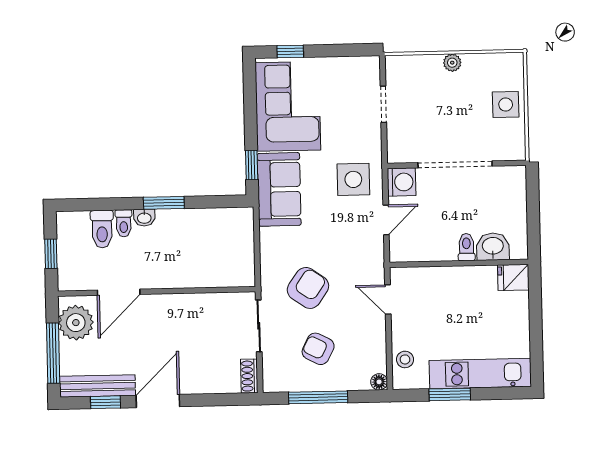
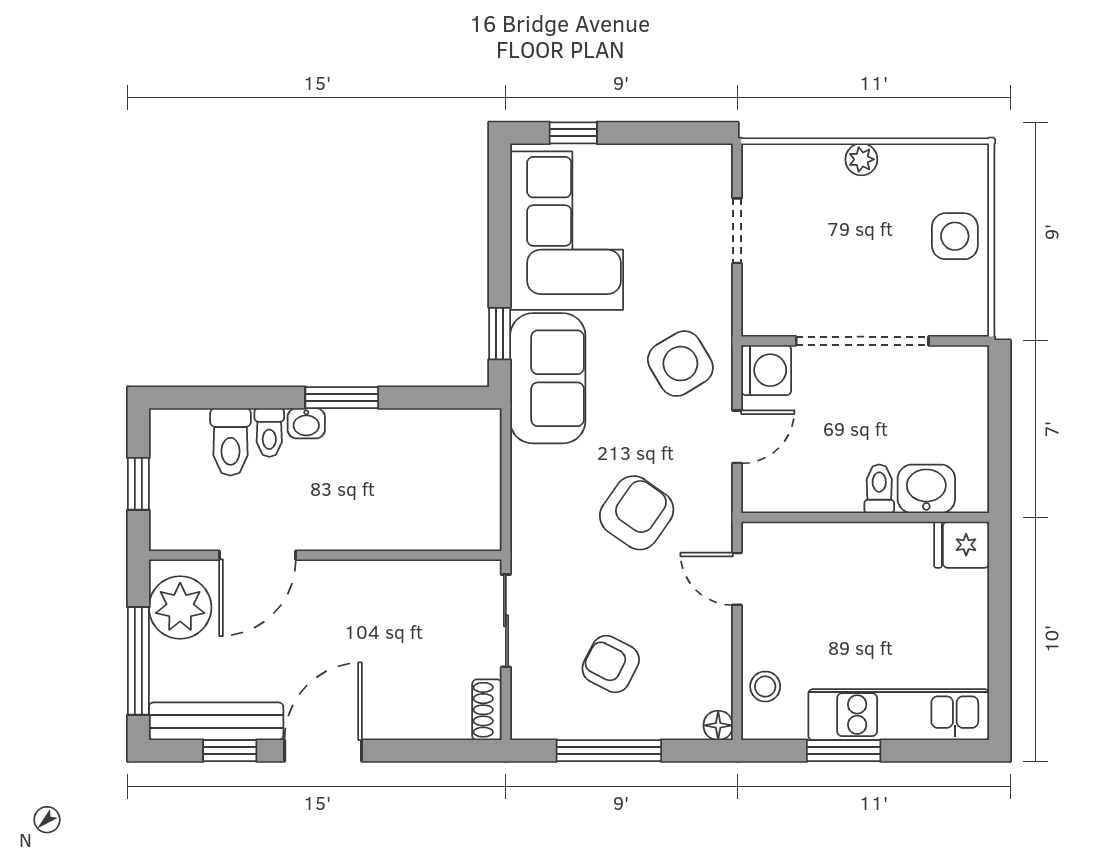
side table: (353, 179) -> (680, 364), turned -31
armchair: (308, 288) -> (637, 513), moved

